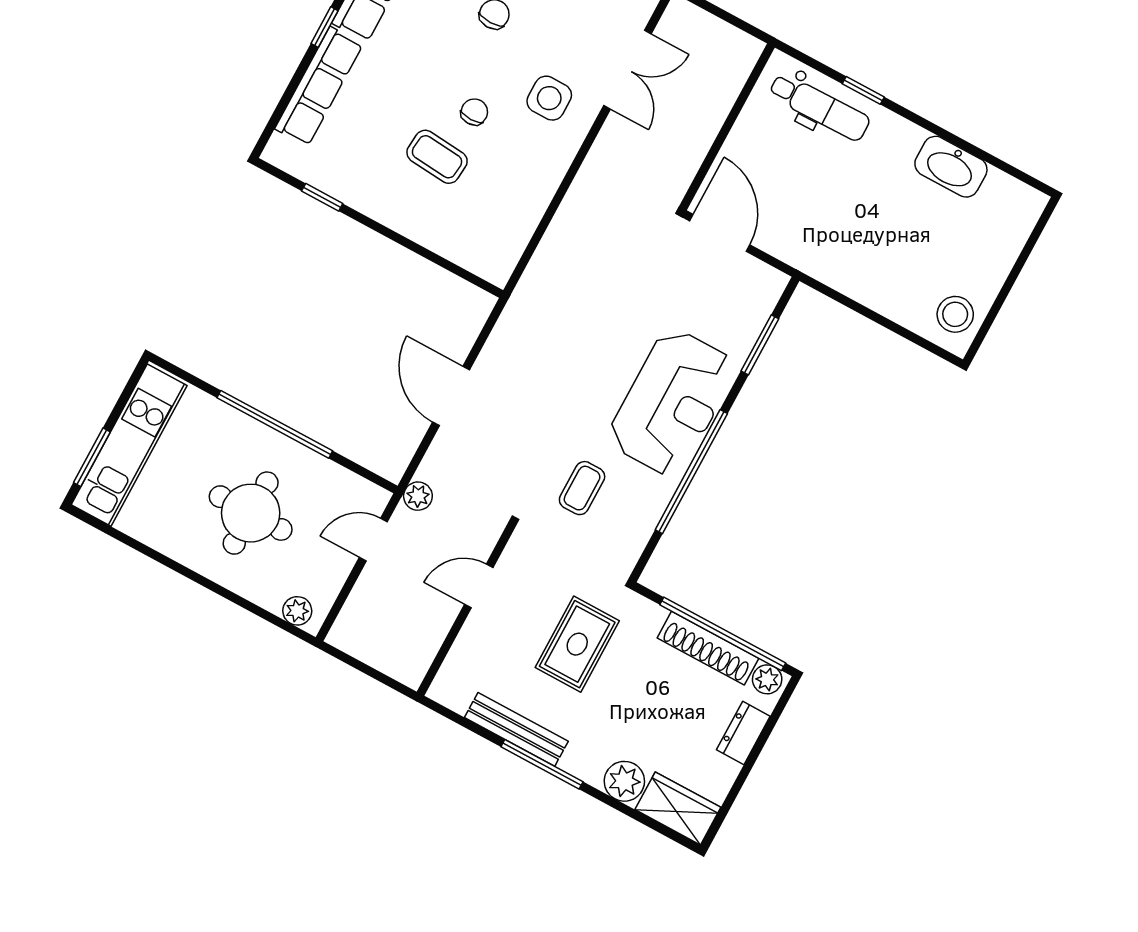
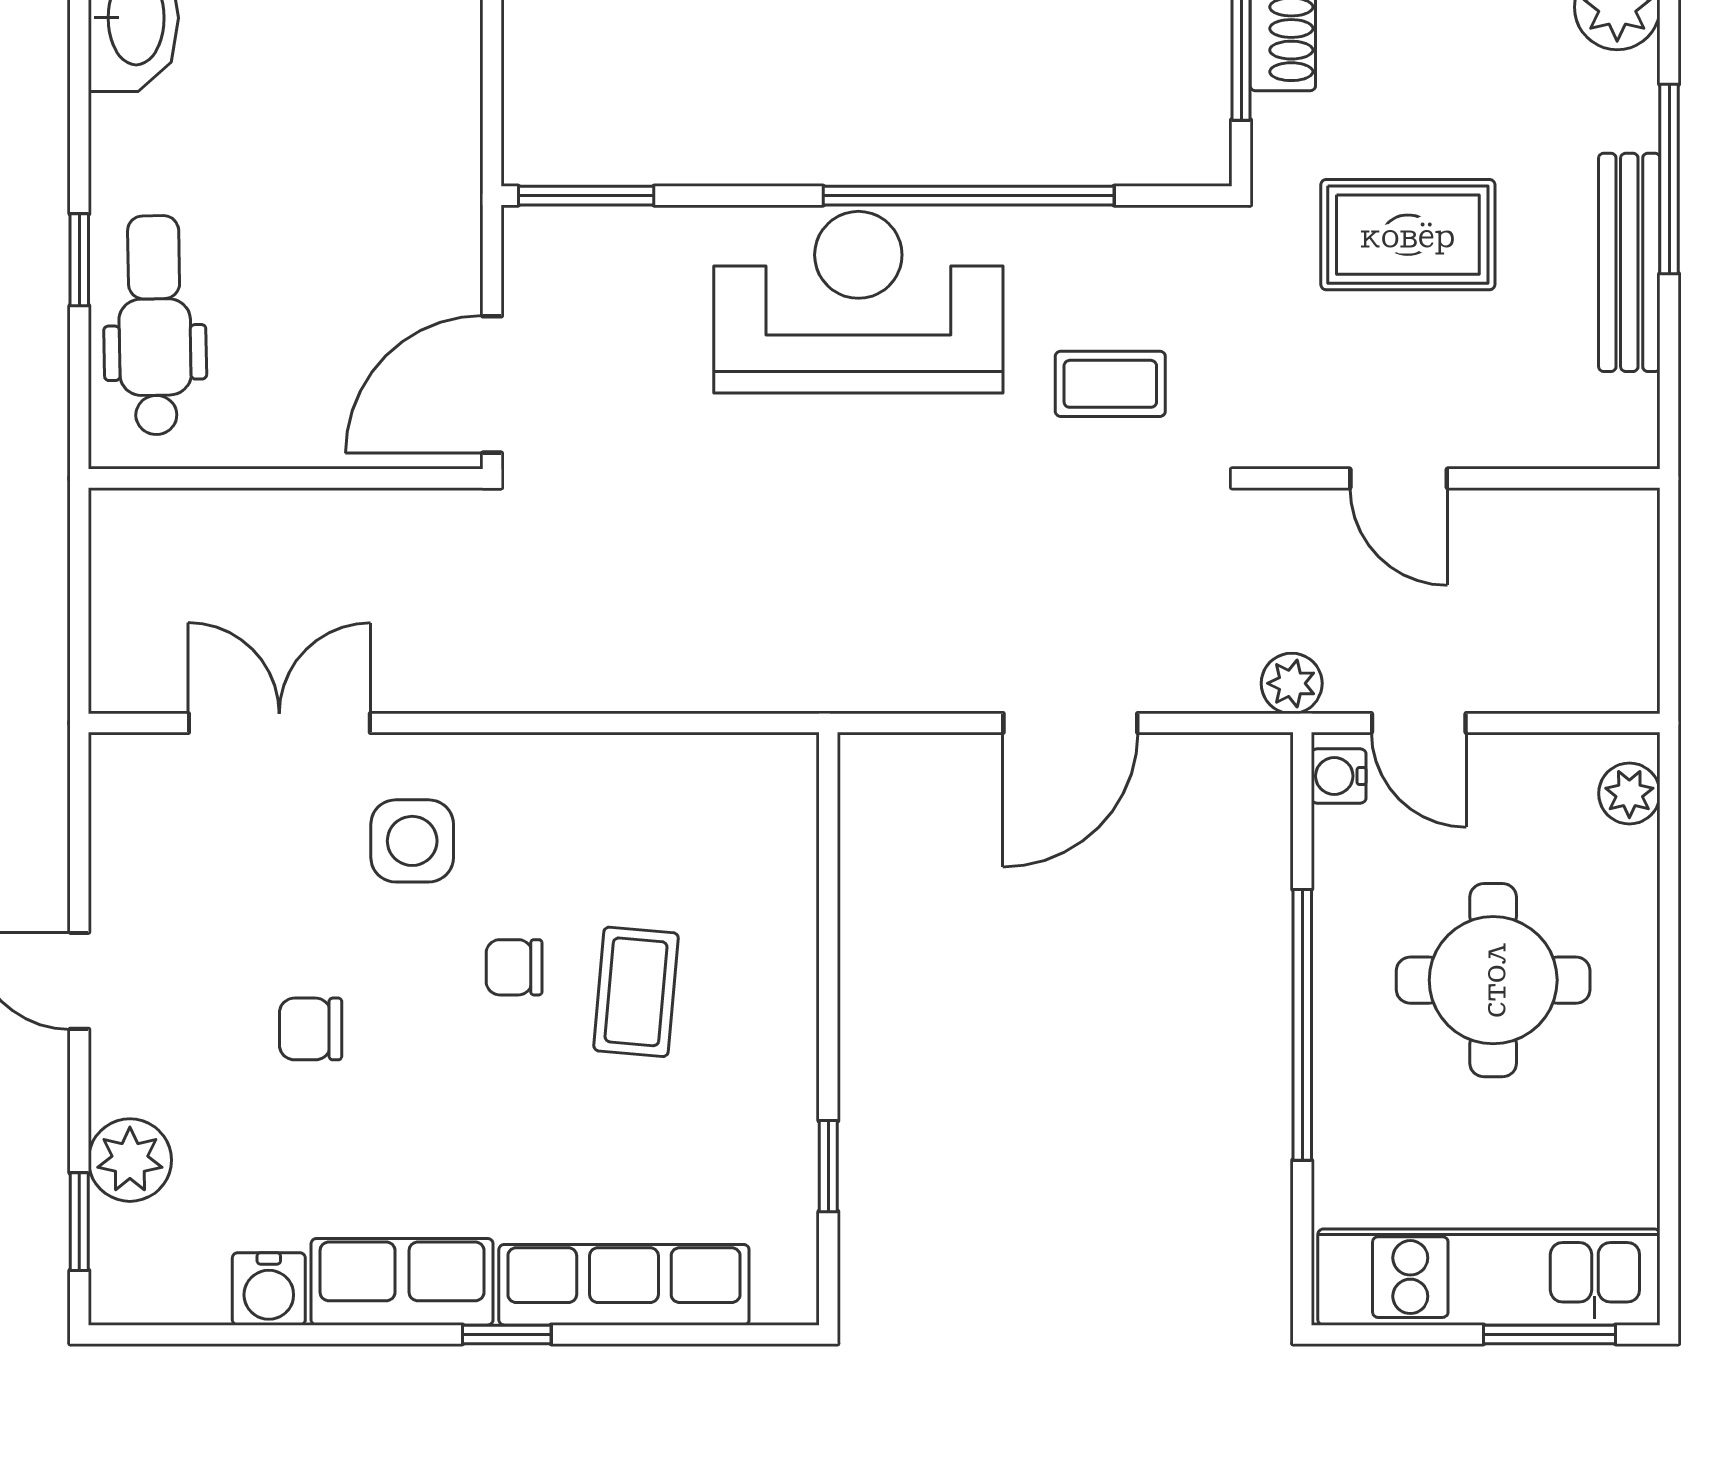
window: (760, 345) -> (586, 196), moved
water cooler: (369, 495) -> (1339, 776), added

